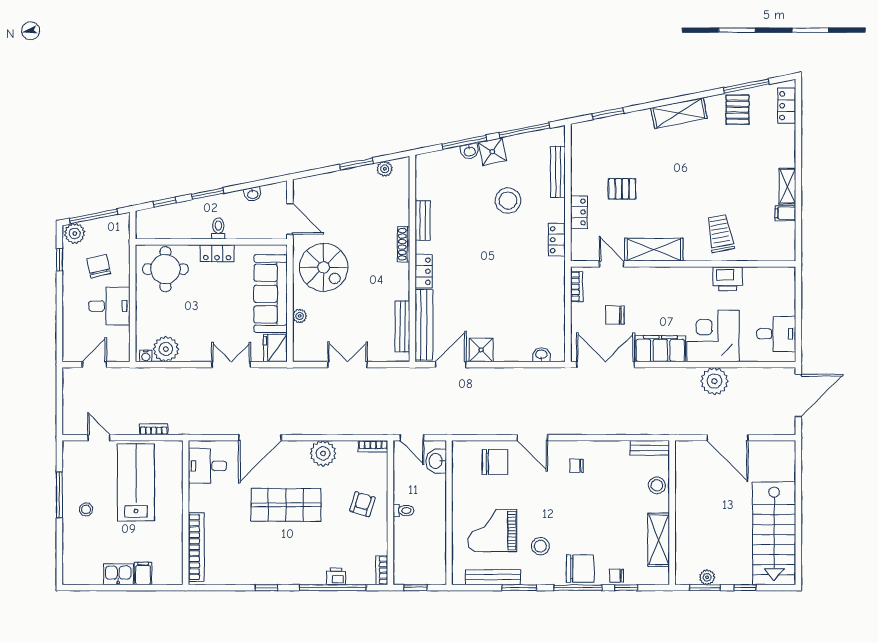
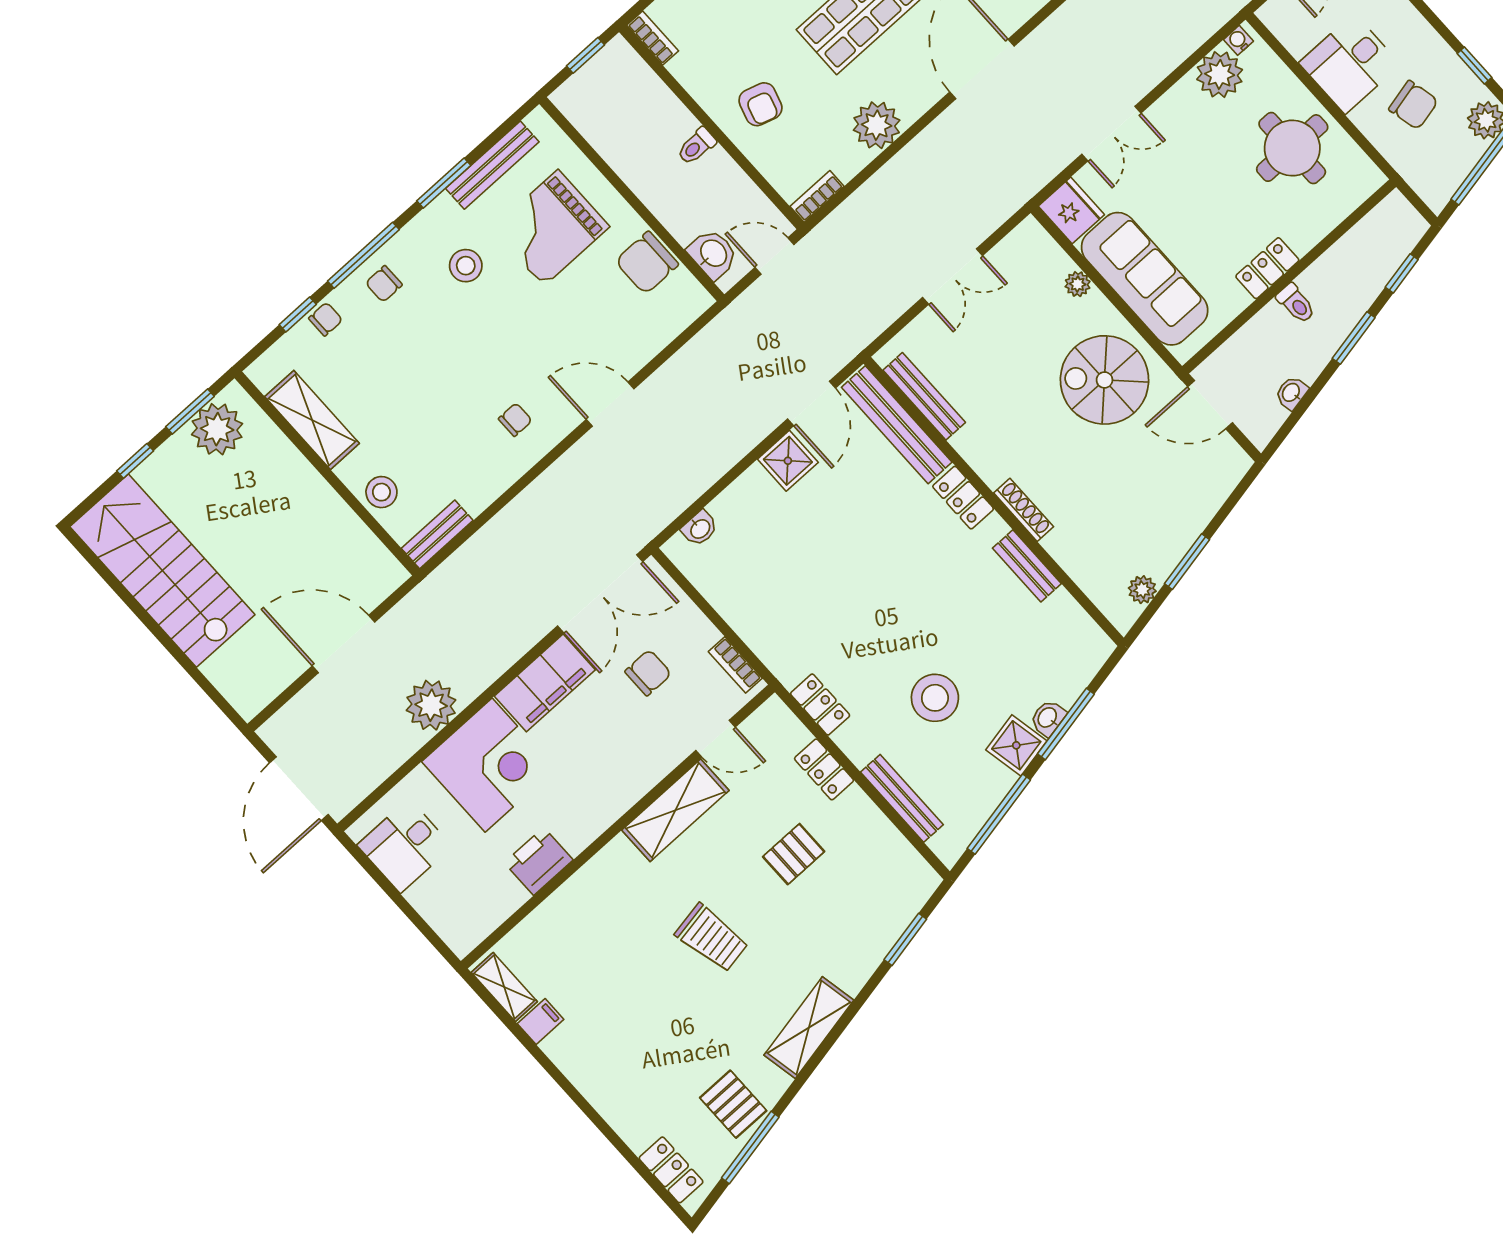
shelving: (787, 186) -> (504, 987), moved
trolley: (720, 234) -> (712, 938), moved
round table: (165, 269) -> (1292, 148), moved
chair: (495, 462) -> (647, 263), moved
grand piano: (492, 531) -> (551, 228), turned 180
chair: (580, 569) -> (384, 284), width x0.54, depth x0.54
plant: (707, 577) -> (217, 429), width x1.87, depth x1.87

